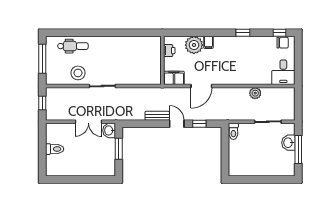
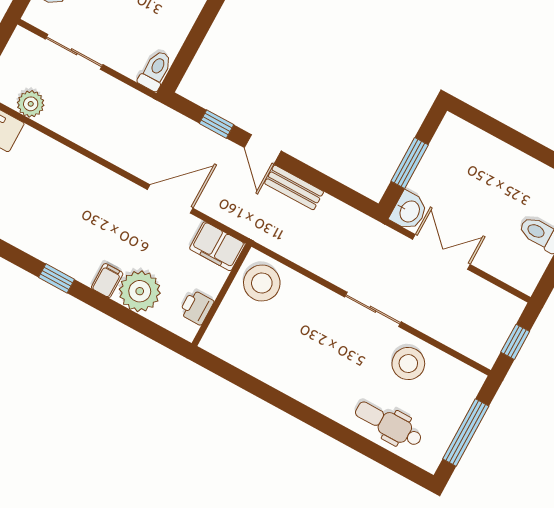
window: (243, 33) -> (56, 278), moved
stool: (150, 73) -> (262, 283), added
plant: (255, 93) -> (31, 104), moved

